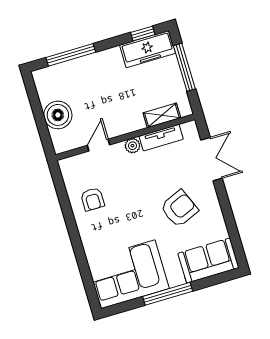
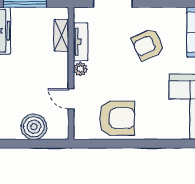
armchair: (92, 199) -> (117, 118), width x1.88, depth x1.88
armchair: (179, 209) -> (148, 44), turned -91

